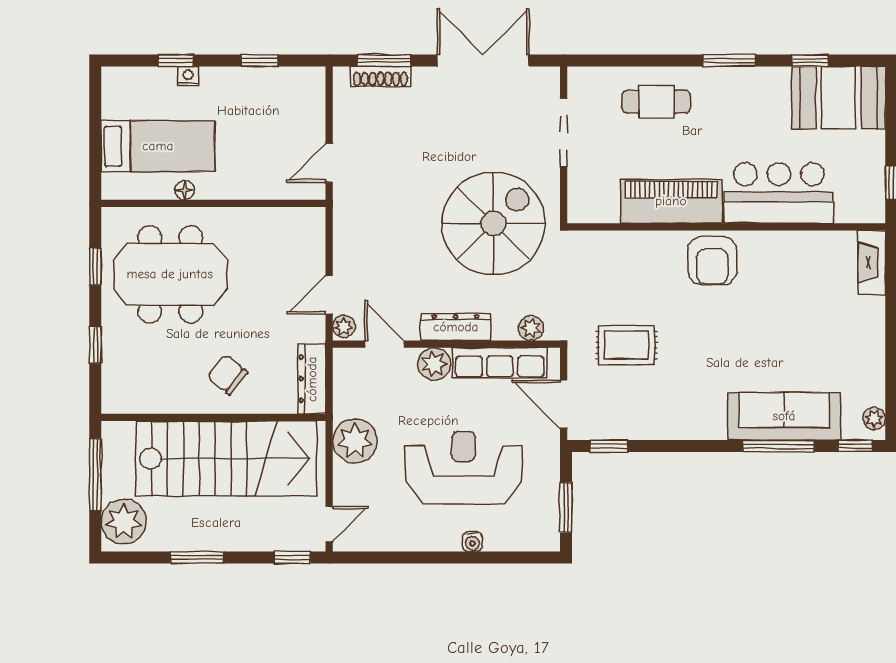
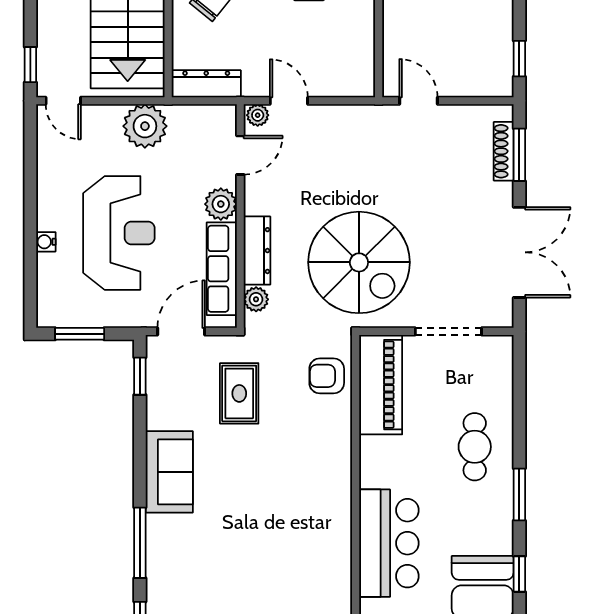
window: (259, 60) -> (519, 59), moved
cafe table: (656, 102) -> (475, 447), moved
piano: (671, 201) -> (381, 385), moved
armchair: (712, 261) -> (327, 376), moved, width x0.72, depth x0.72
dresser: (456, 327) -> (257, 251), moved
sofa: (784, 416) -> (169, 472), moved, width x0.73

